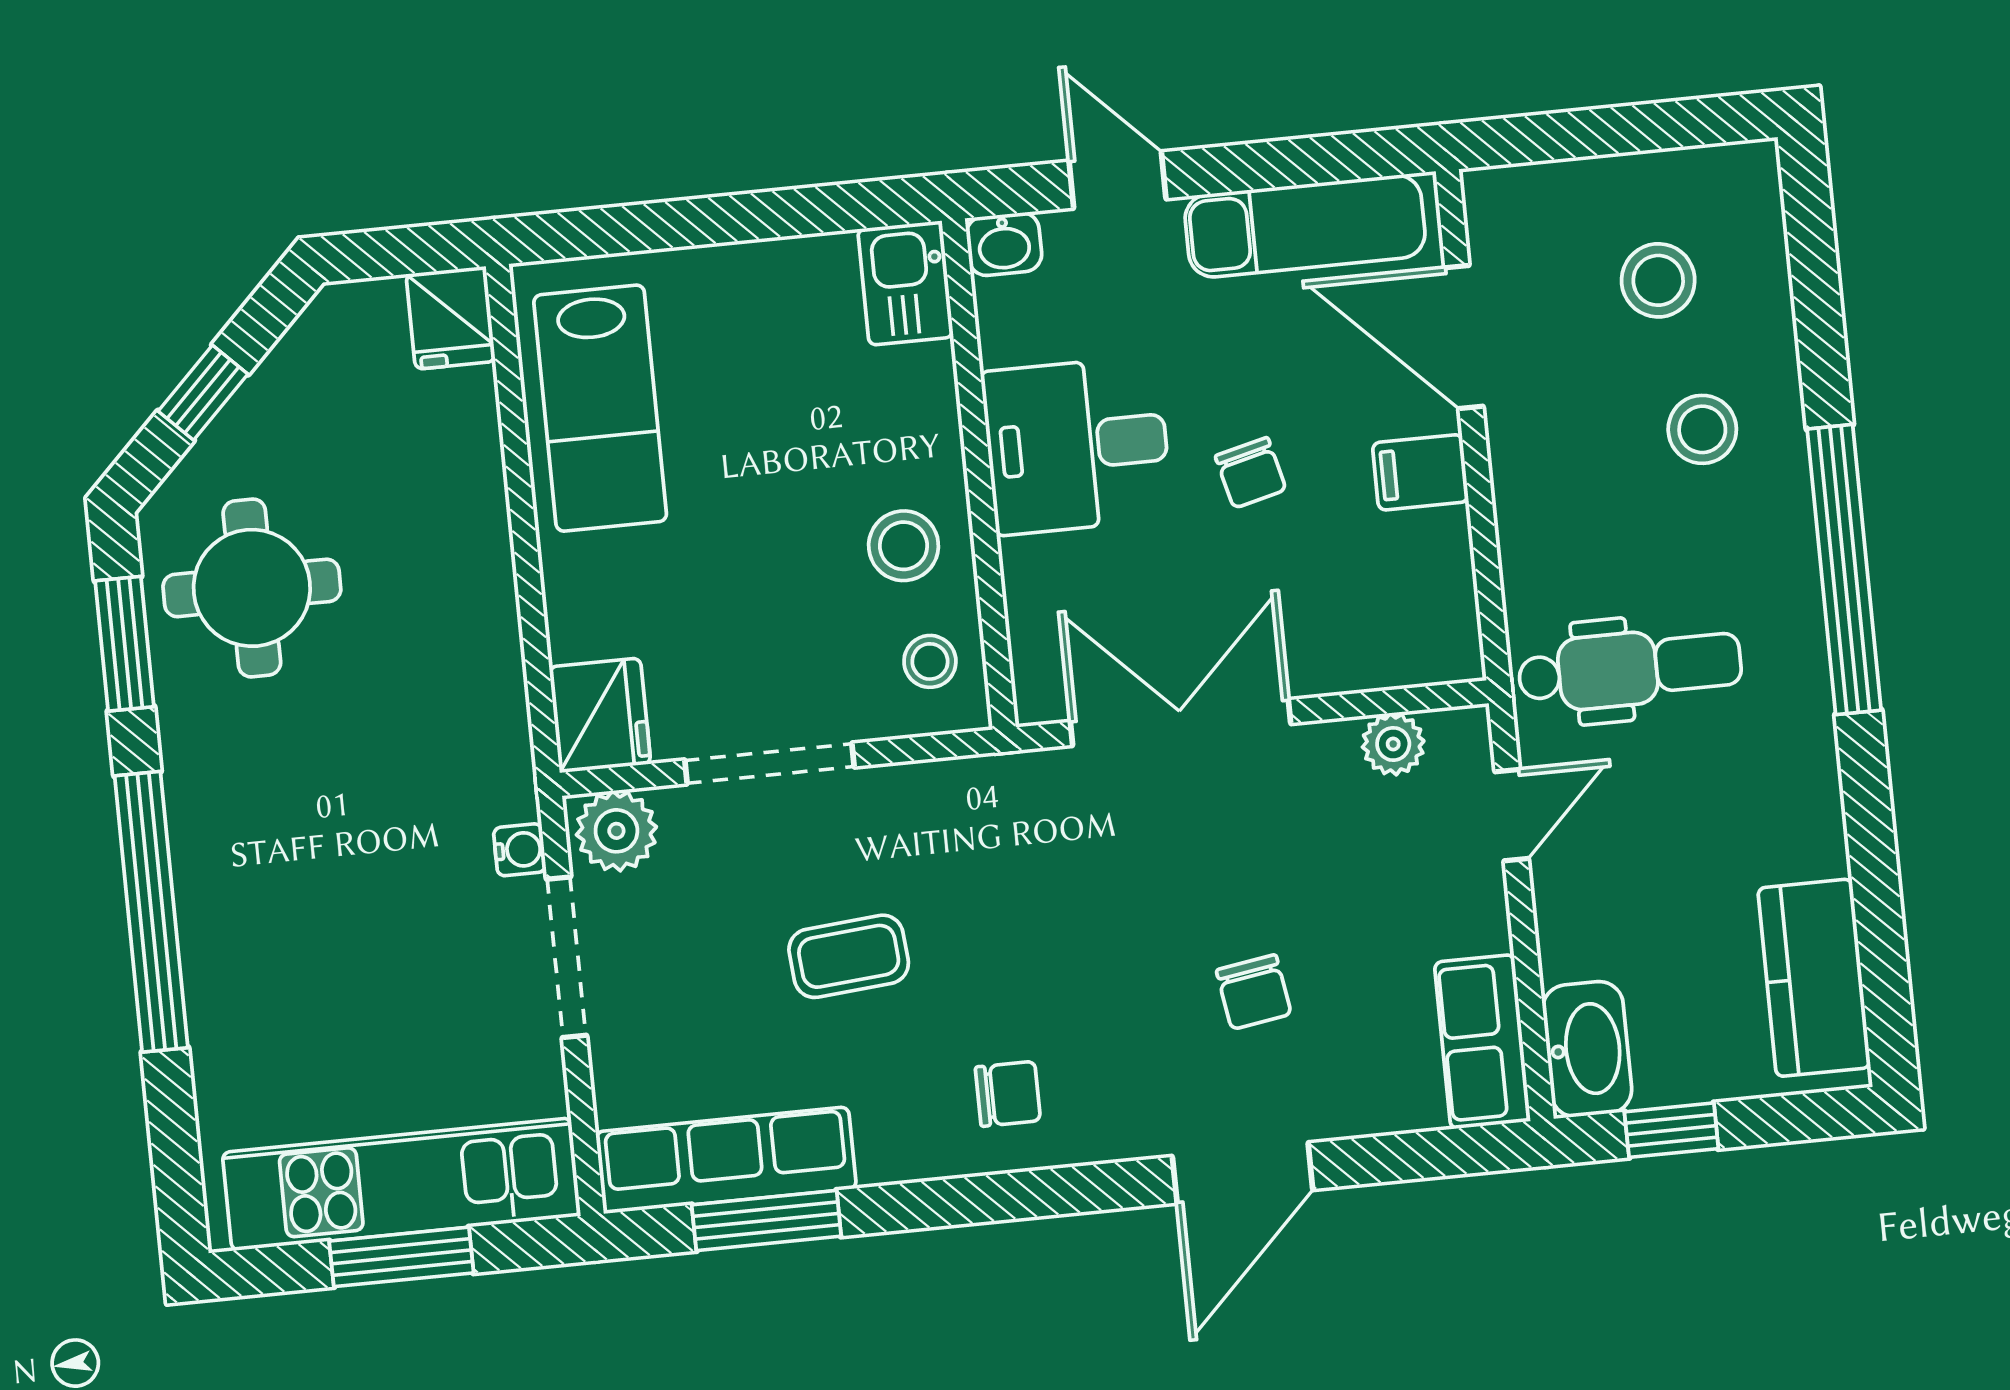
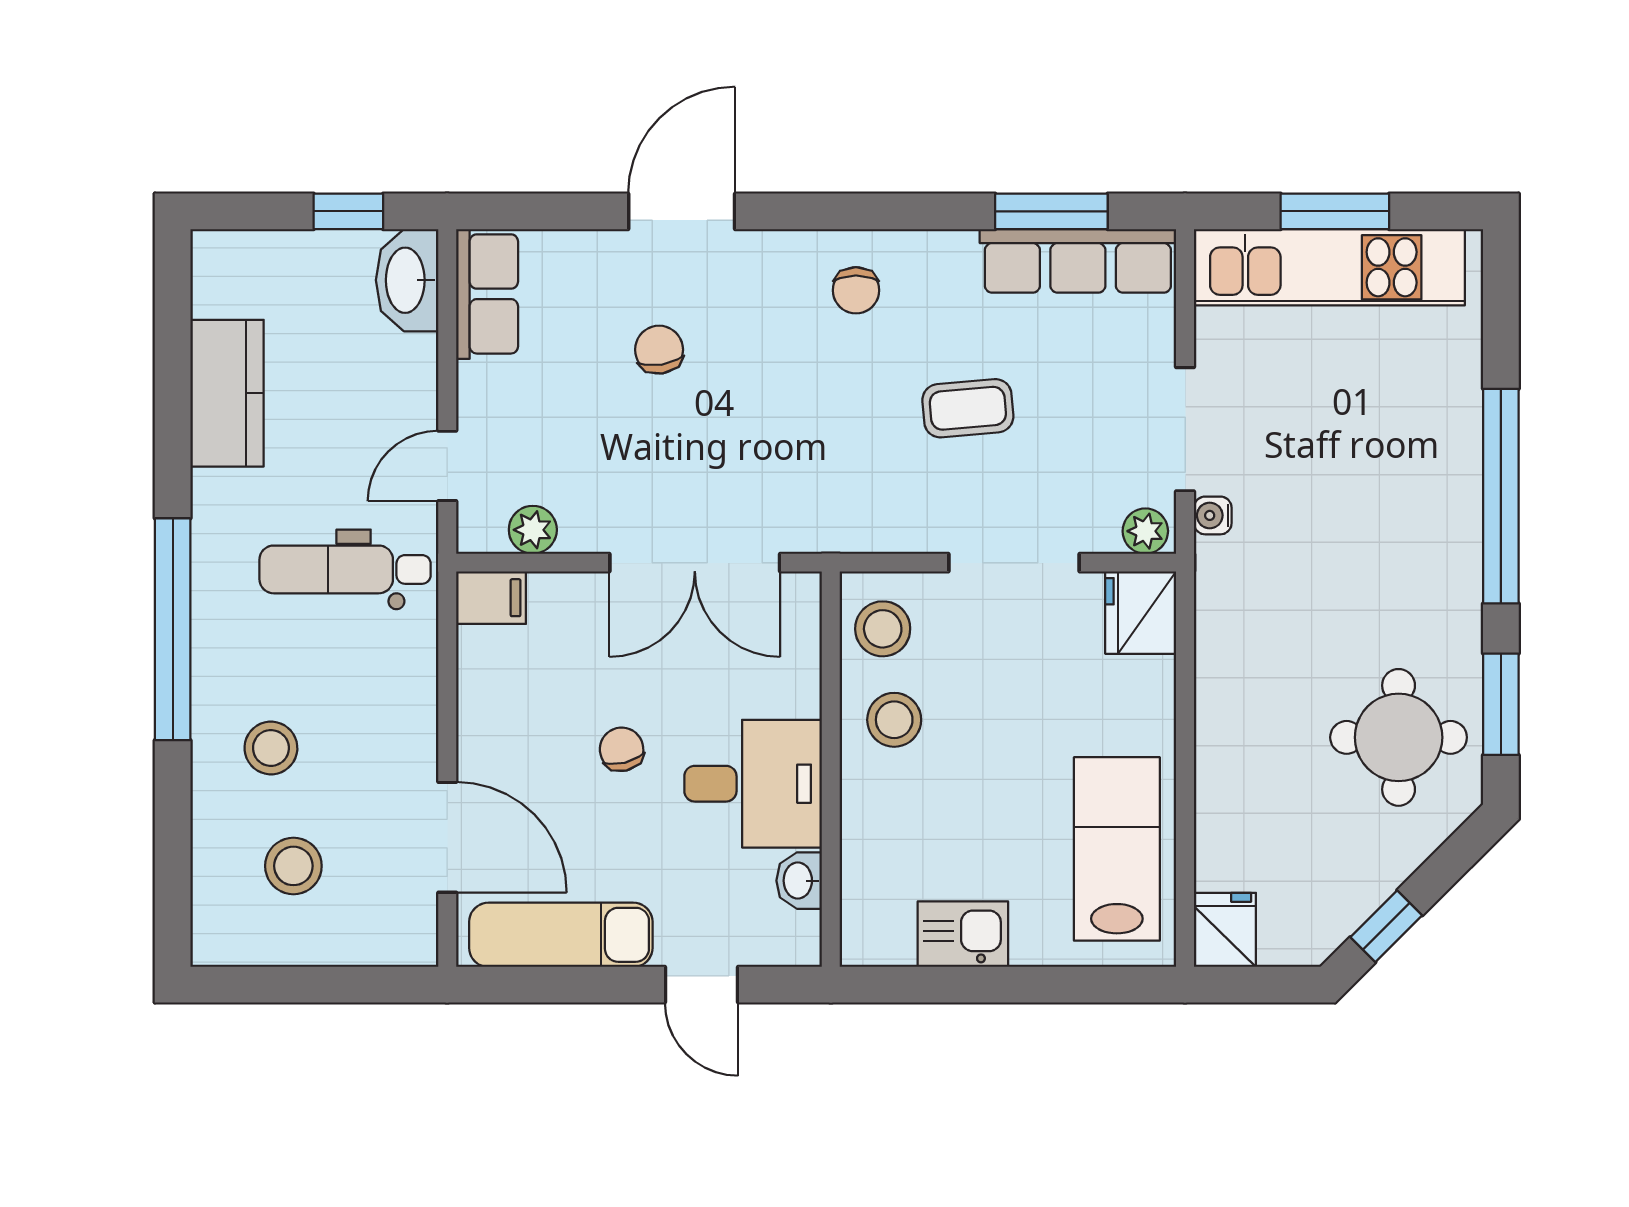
washbasin: (1004, 244) -> (799, 881), moved, turned -90
kitchen sink: (906, 283) -> (963, 934), moved, turned -90
window: (203, 393) -> (1386, 926), moved
filing cabinet: (1420, 472) -> (491, 598), moved
stool: (930, 661) -> (883, 629), width x1.37, depth x1.37
plant: (616, 831) -> (1145, 531), width x0.73, depth x0.73
kitchen counter: (1814, 978) -> (227, 393), moved
chair: (1008, 1094) -> (856, 290), turned -90

